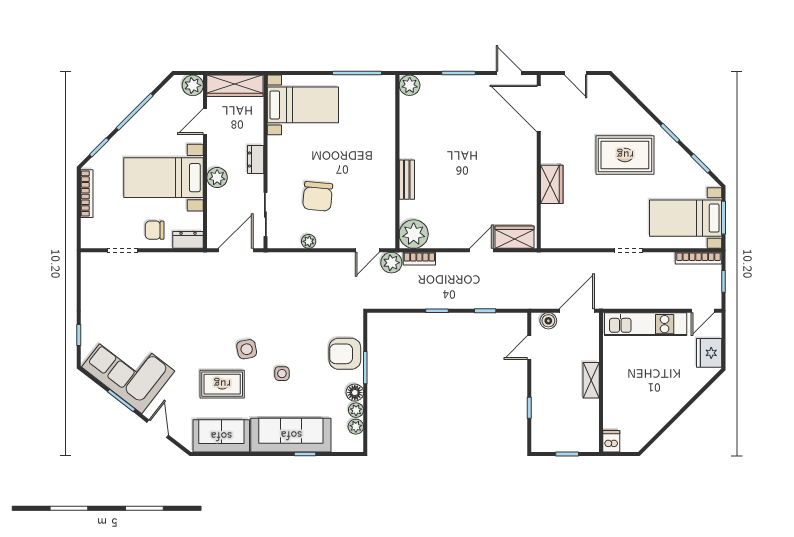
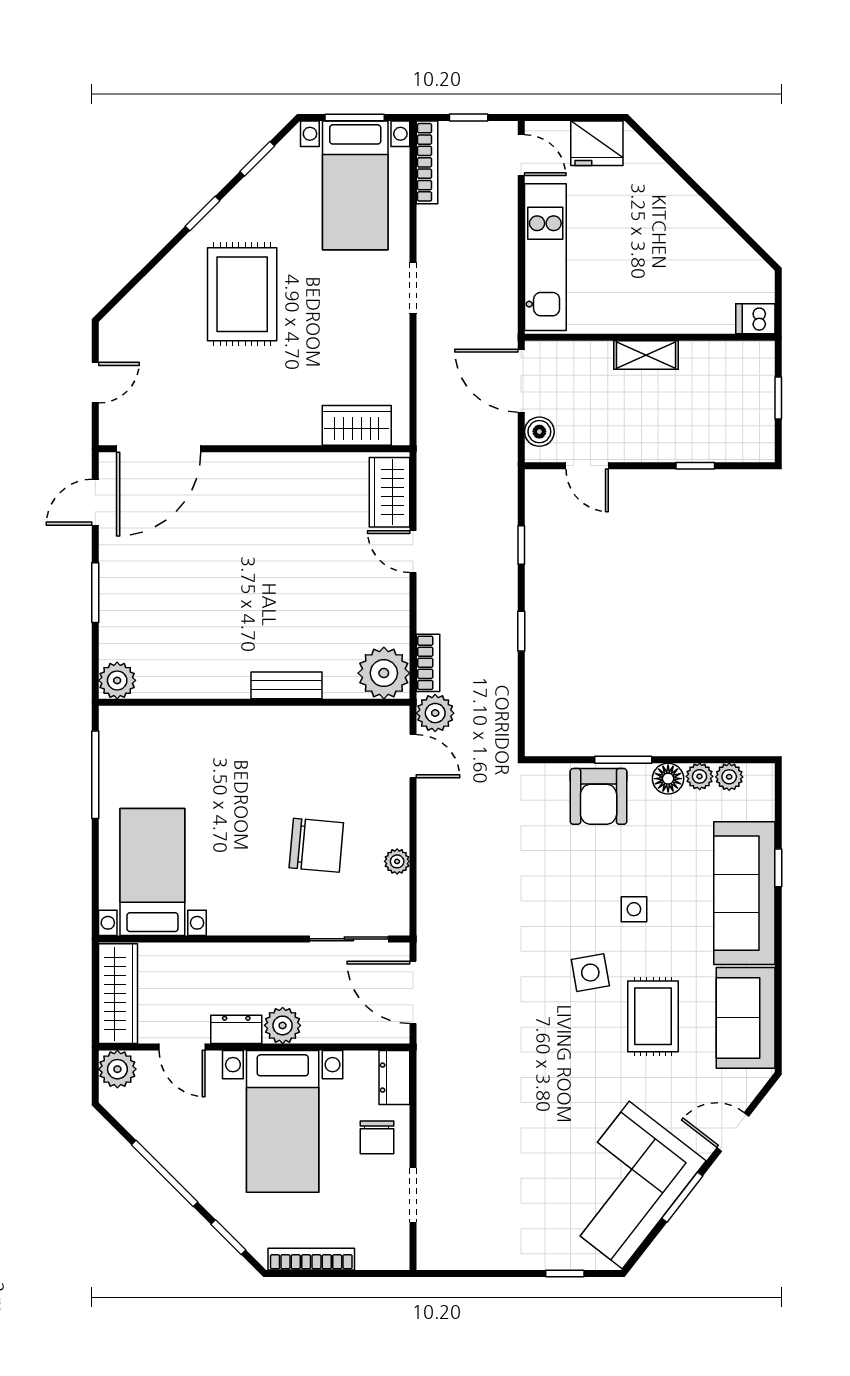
dresser: (256, 160) -> (236, 1029), moved, turned 180
wardrobe: (552, 184) -> (357, 425), moved

